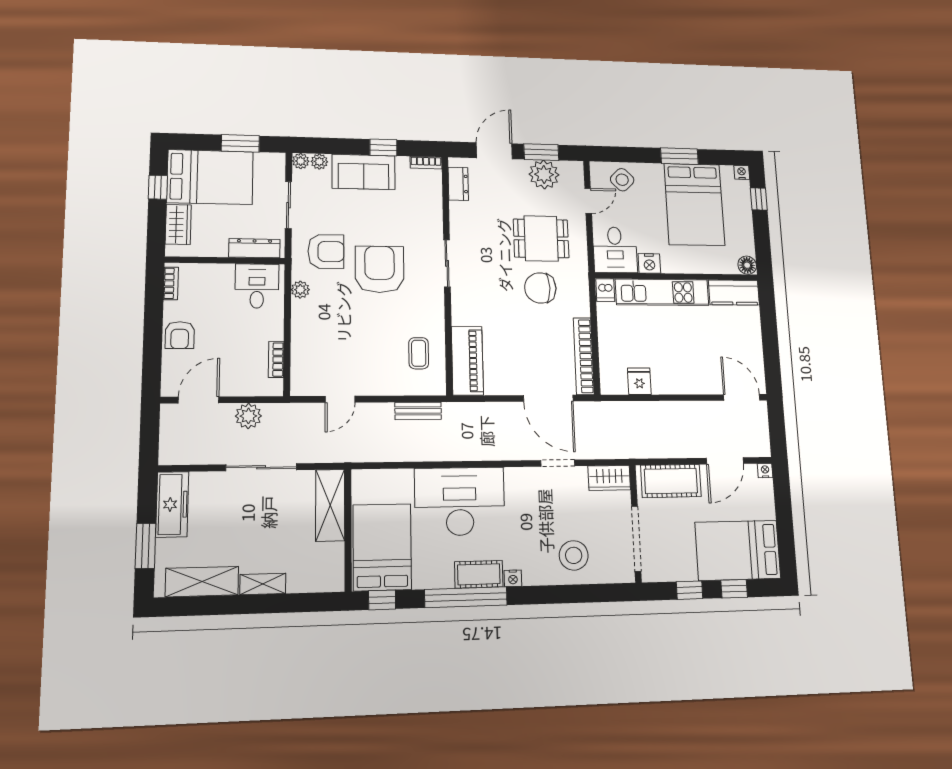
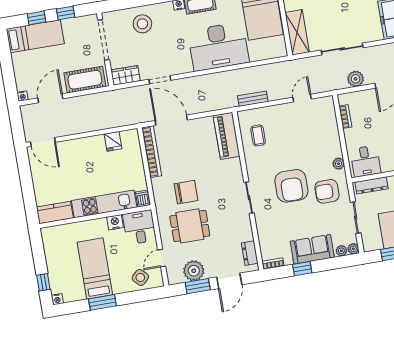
bed: (694, 204) -> (95, 268), width x0.67
floor lamp: (747, 265) -> (47, 233), removed
bed: (738, 550) -> (35, 36), width x0.67

